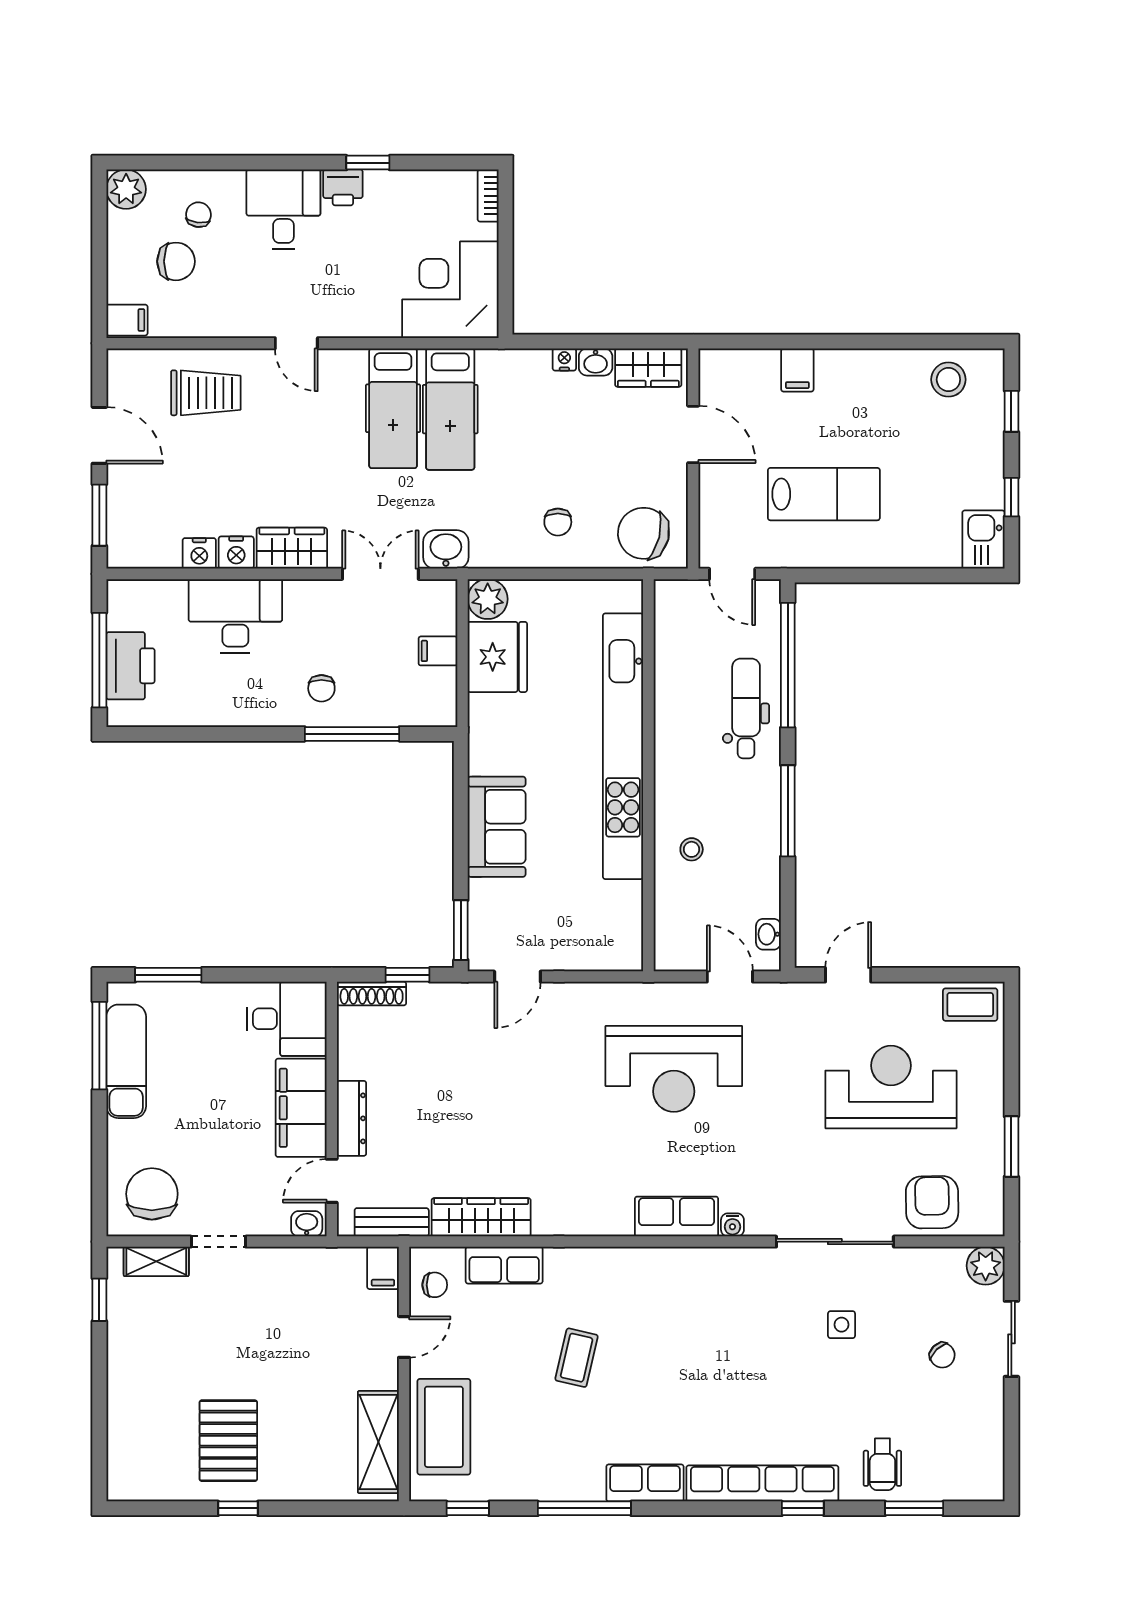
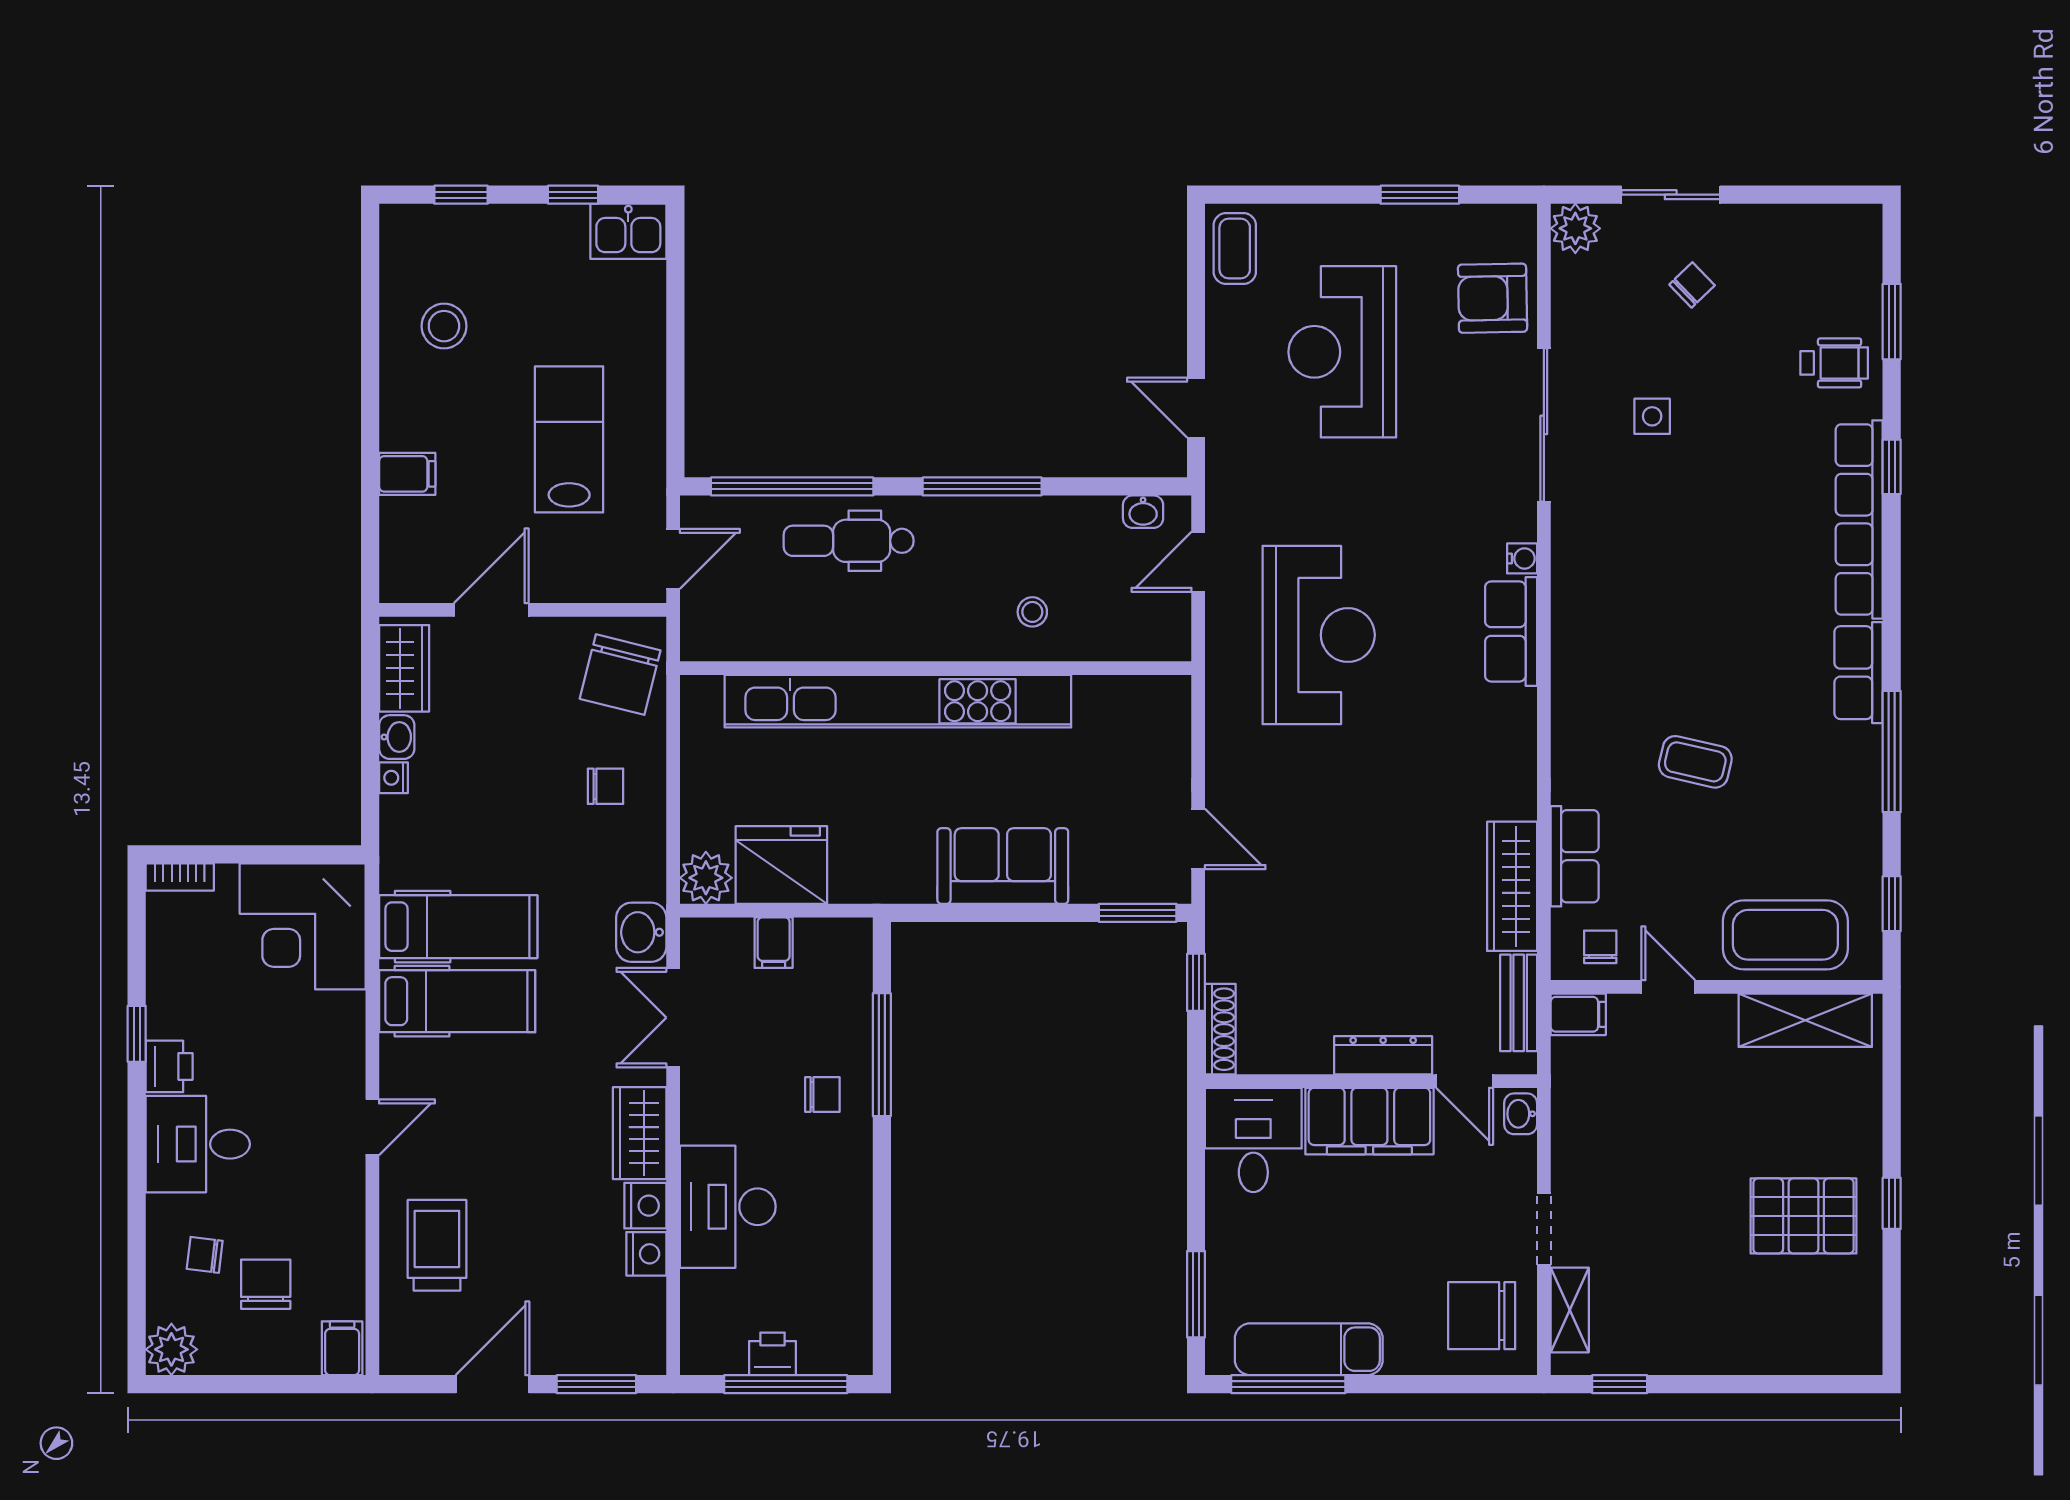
stool: (948, 380) -> (444, 326), moved
printer: (130, 666) -> (773, 1354), width x0.53, depth x0.68

